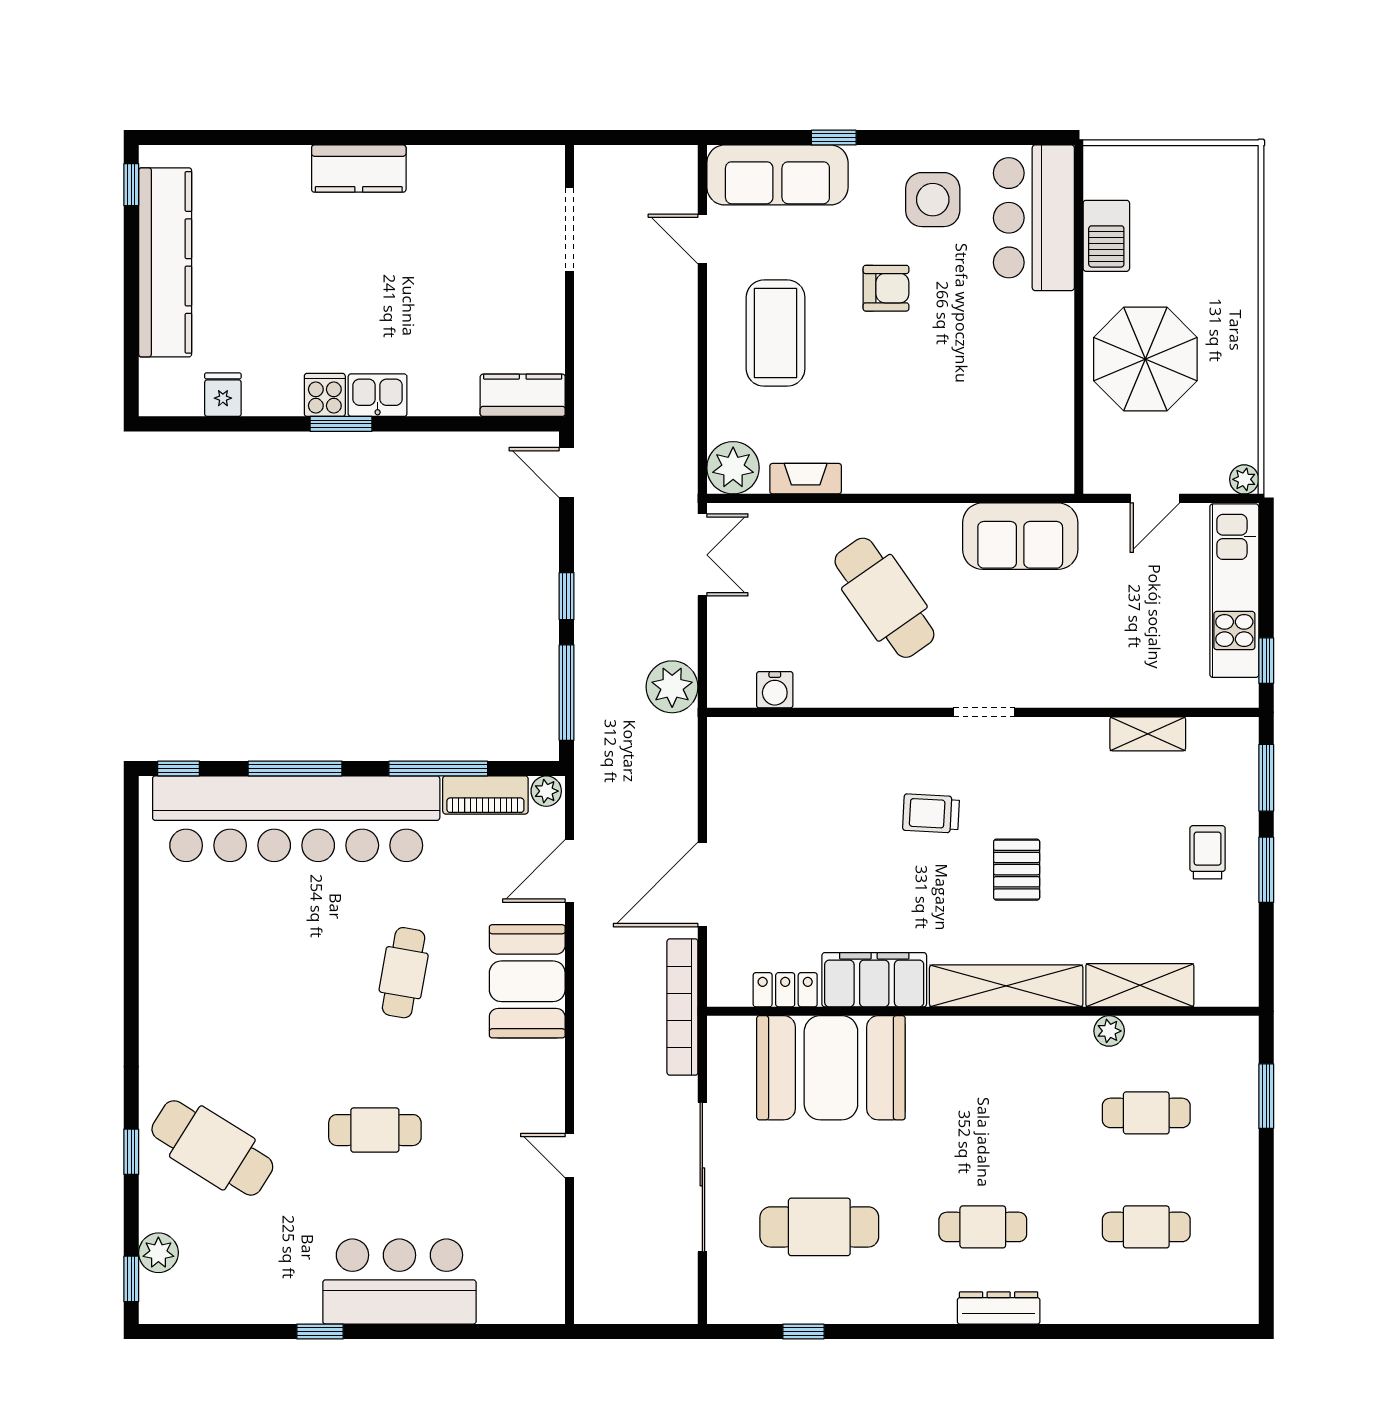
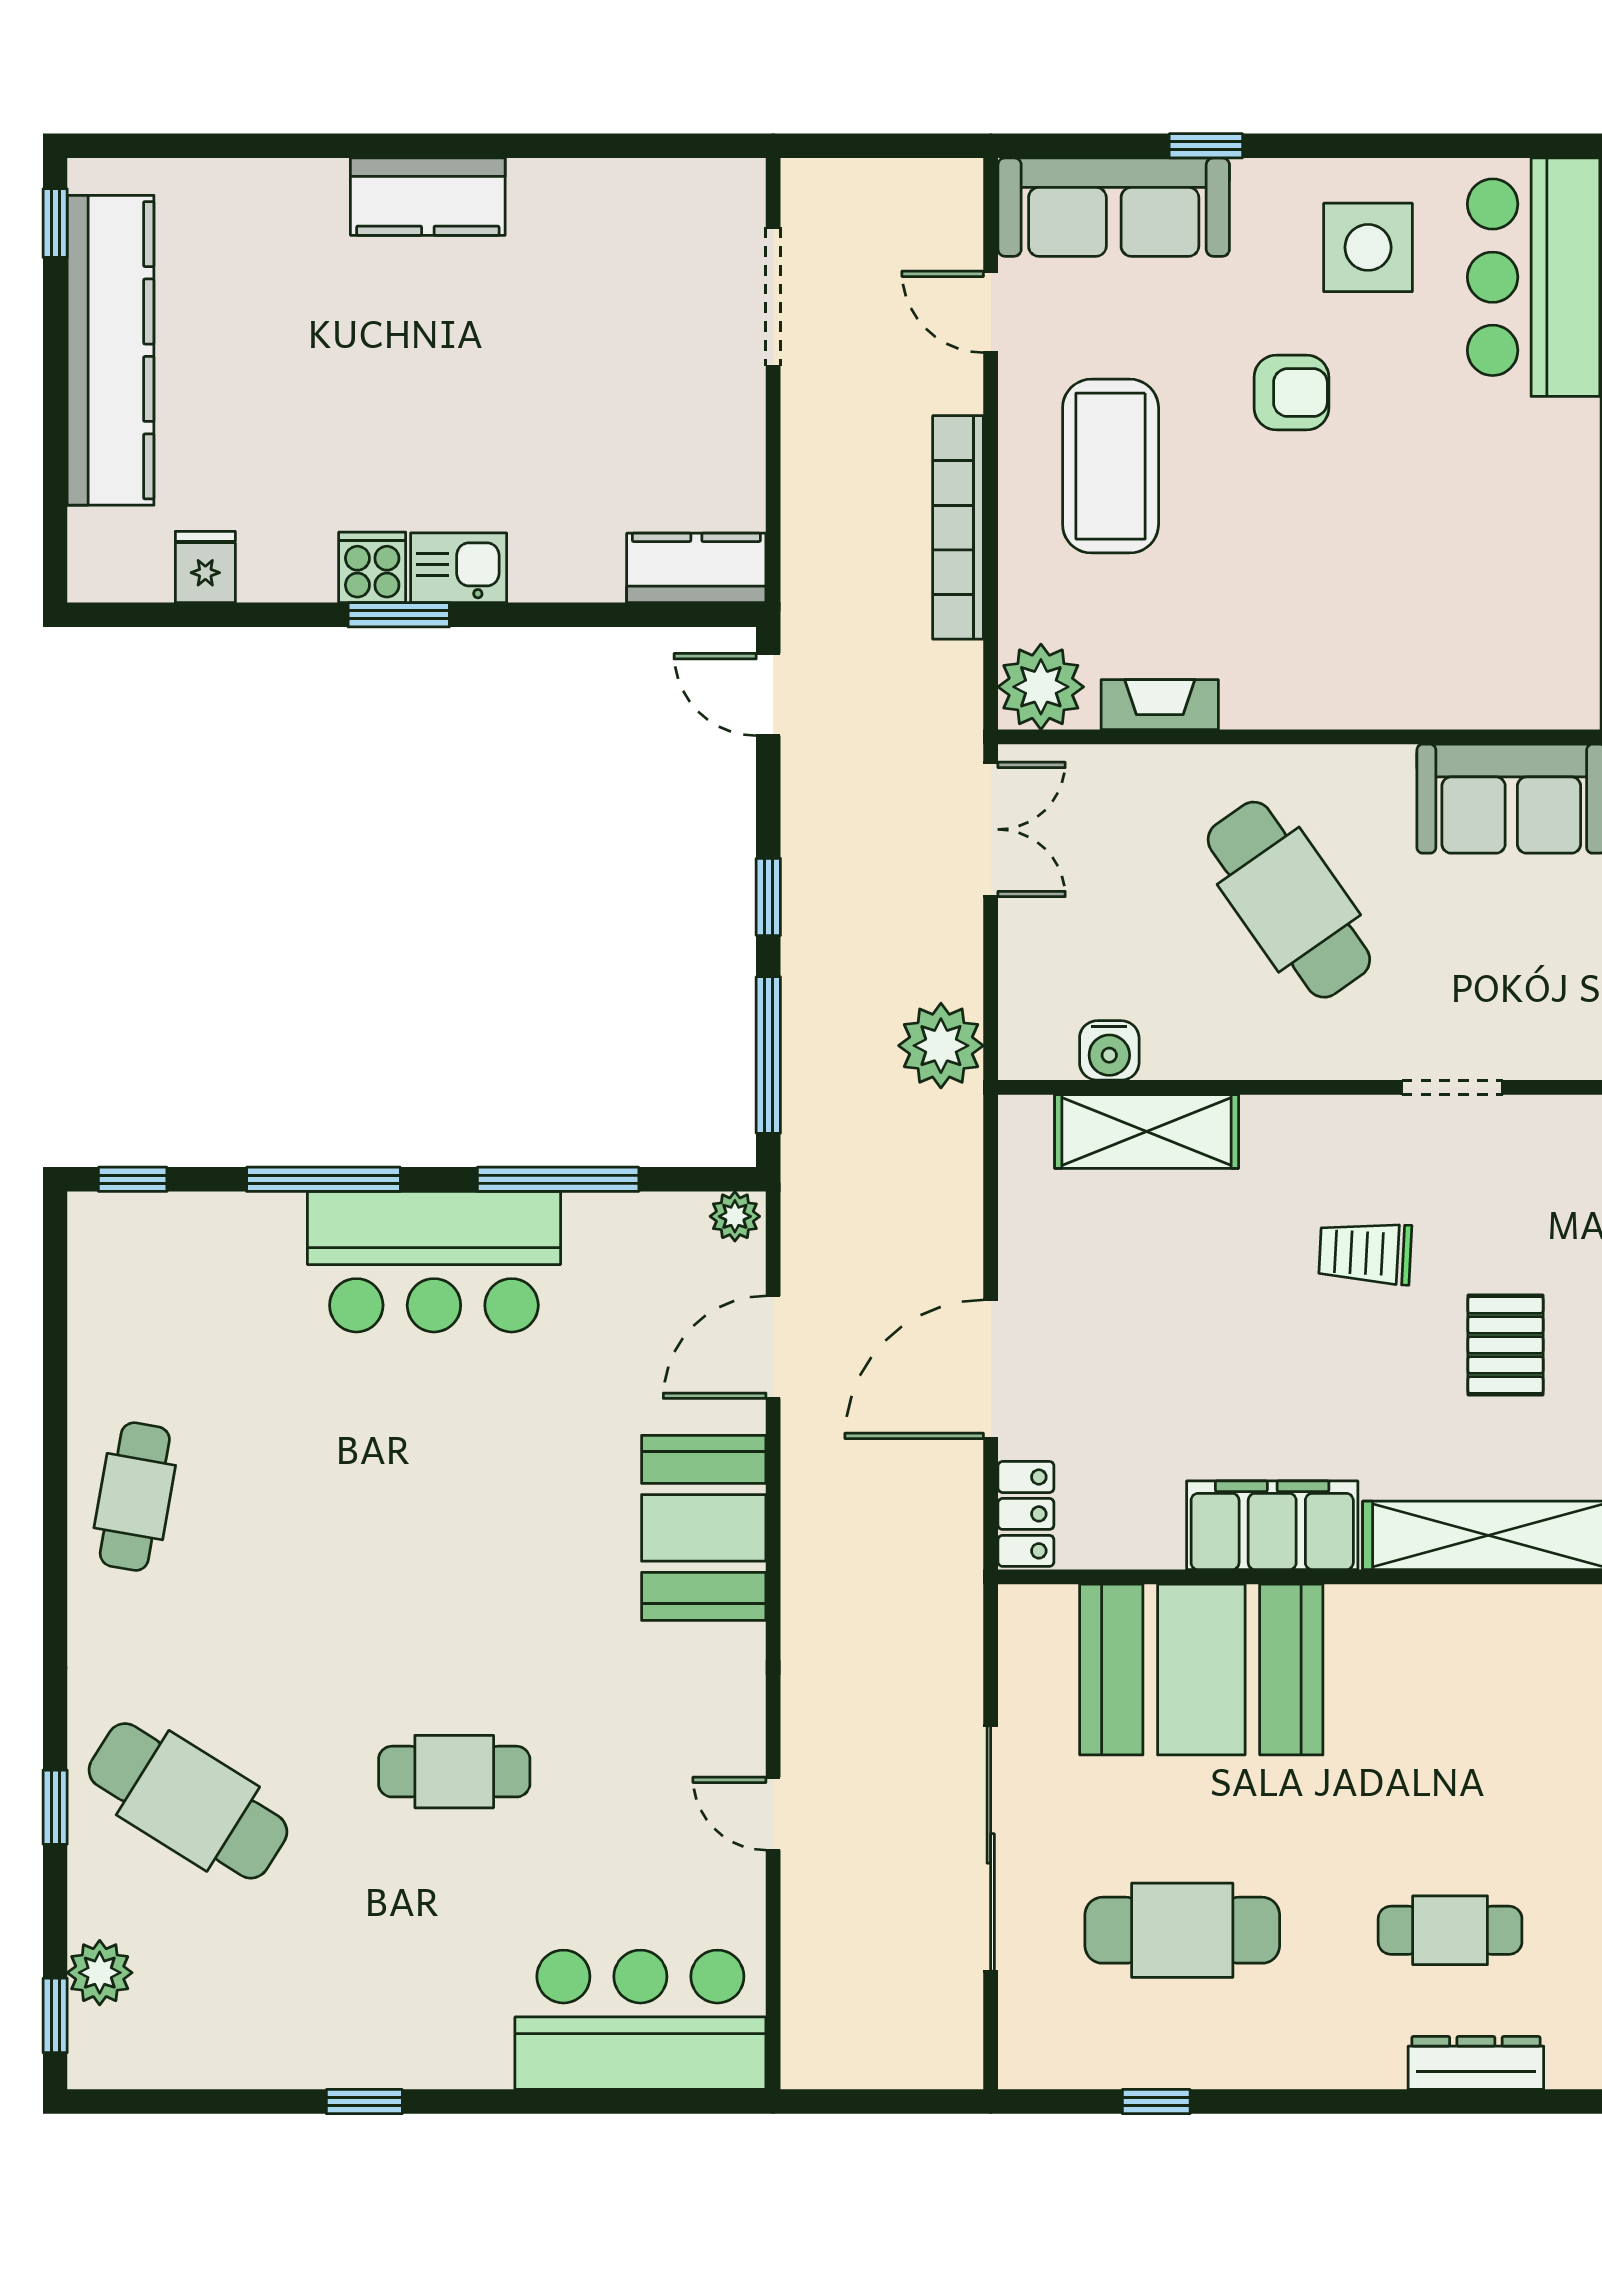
shelving: (798, 739) -> (1147, 1131), added
piano: (485, 795) -> (635, 1223), removed
bar counter: (296, 819) -> (434, 1262), width x0.54
cafe table: (404, 973) -> (135, 1497), moved
locker: (785, 990) -> (1026, 1514), moved, turned 90
bookcase: (682, 1007) -> (958, 527), moved
bar counter: (399, 1282) -> (640, 2020), moved

